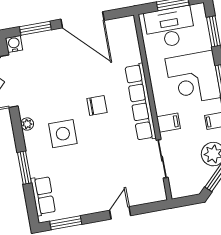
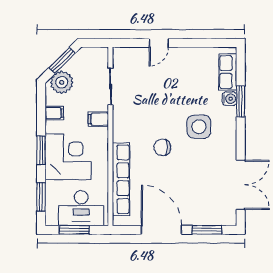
water cooler: (14, 44) -> (230, 99), moved, turned -90
row of seats: (141, 102) -> (121, 179), moved
plant: (27, 124) -> (231, 142), removed
window: (66, 223) -> (211, 43), removed

